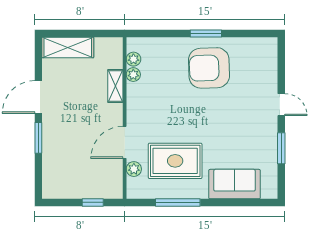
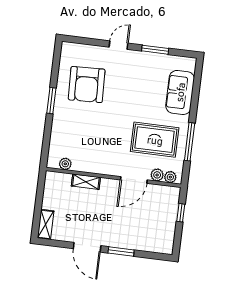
shelving: (68, 47) -> (46, 224), width x0.67, depth x0.75
armchair: (209, 68) -> (87, 85), moved
plant: (133, 75) -> (170, 177), moved
door: (125, 142) -> (134, 180), hinge flipped
rug: (175, 161) -> (155, 140), turned 90

